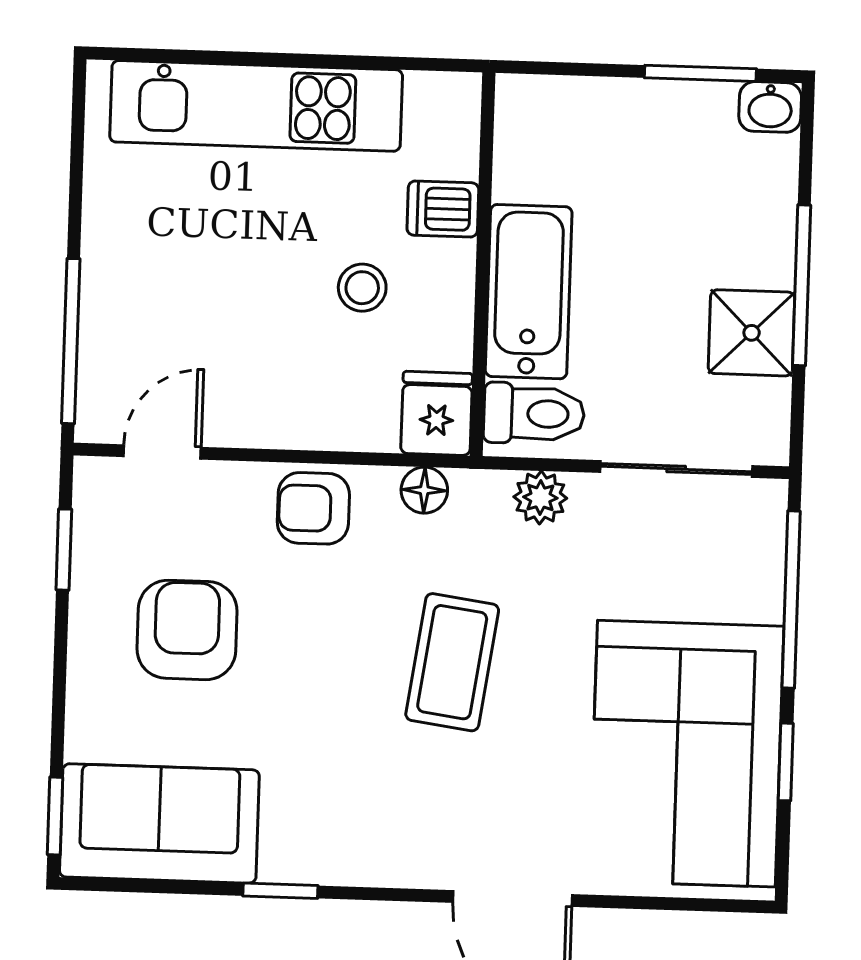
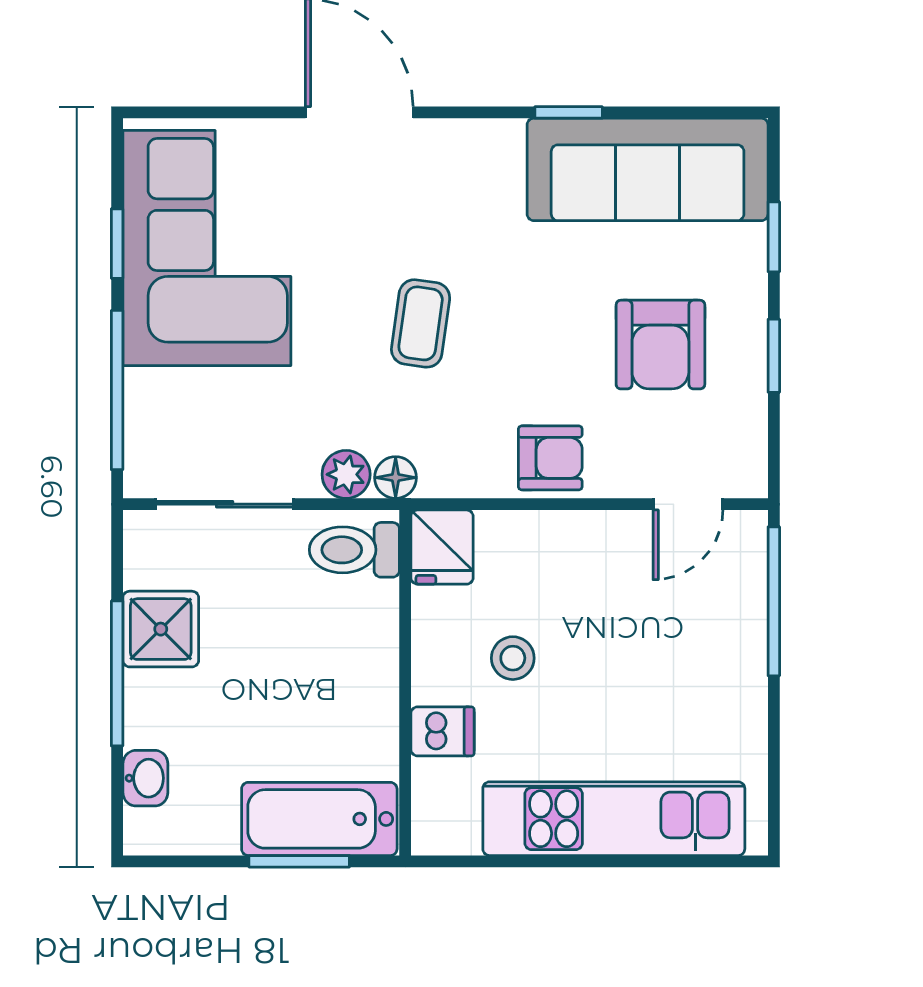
window: (700, 73) -> (299, 861), moved
washbasin: (770, 107) -> (145, 778), moved, turned 90
bathtub: (529, 292) -> (319, 819), moved, turned 90
floor lamp: (424, 490) -> (396, 478), moved
window: (64, 550) -> (774, 356), moved
coffee table: (452, 662) -> (421, 323), width x0.73, depth x0.77
window: (55, 816) -> (774, 237), moved
sofa: (159, 823) -> (648, 169), width x1.36

